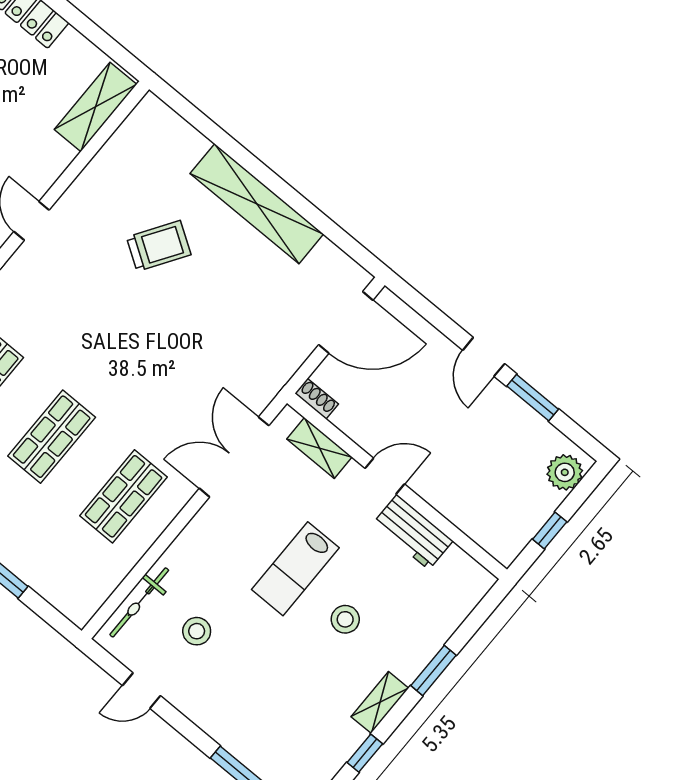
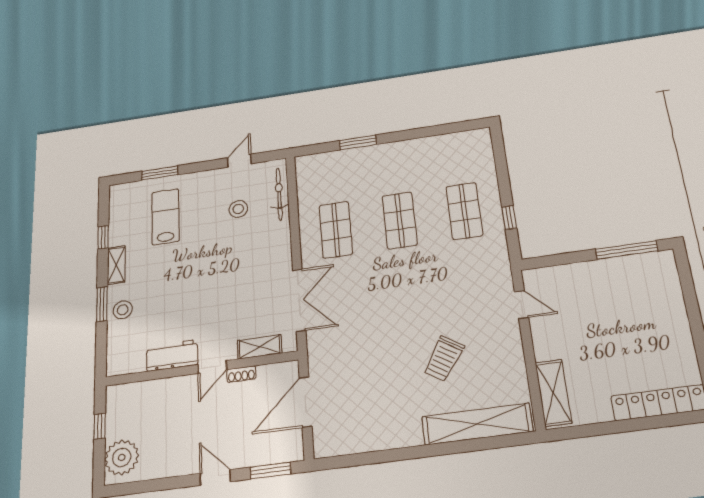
shelving: (257, 204) -> (477, 424), moved
door: (346, 322) -> (305, 402), moved
window: (533, 398) -> (271, 471), moved
shoe rack: (317, 399) -> (241, 374), moved
plant: (565, 472) -> (122, 457), width x1.36, depth x1.36
lab bench: (295, 569) -> (166, 217), moved
stool: (345, 619) -> (123, 310), moved

